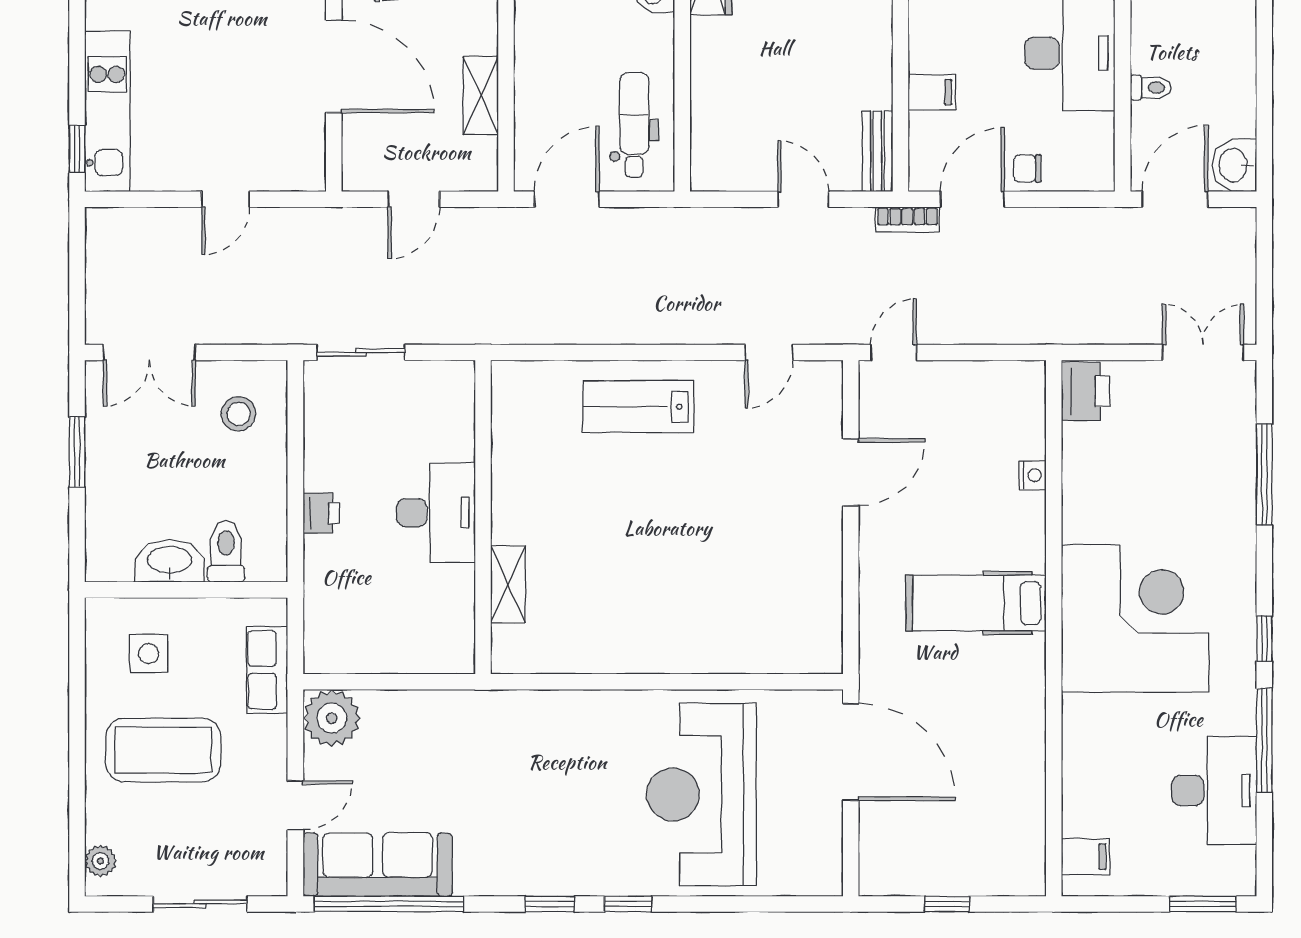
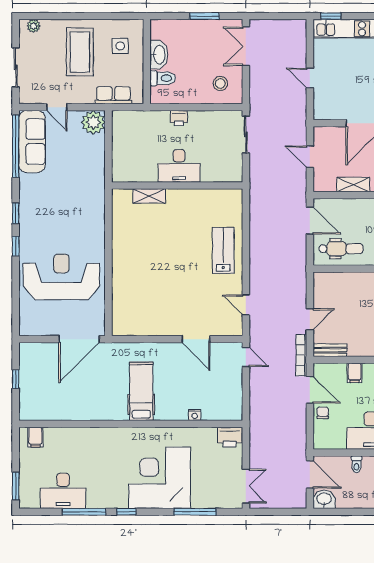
bookcase: (907, 220) -> (301, 355), width x1.56
corner desk: (1135, 618) -> (160, 478), moved, turned 180

